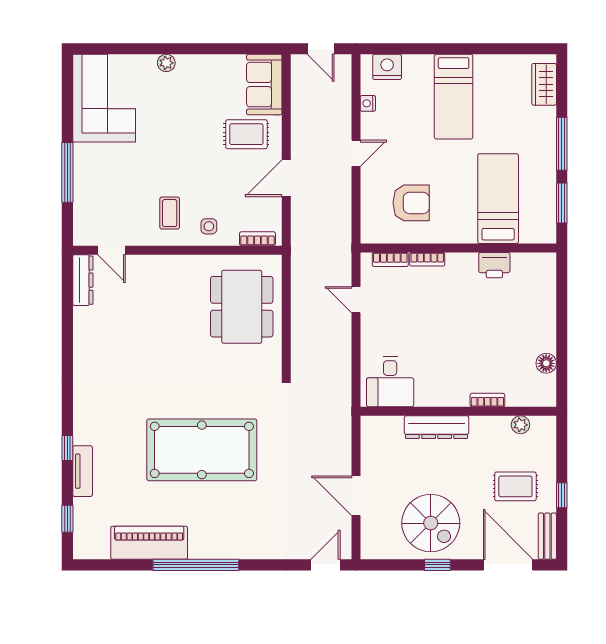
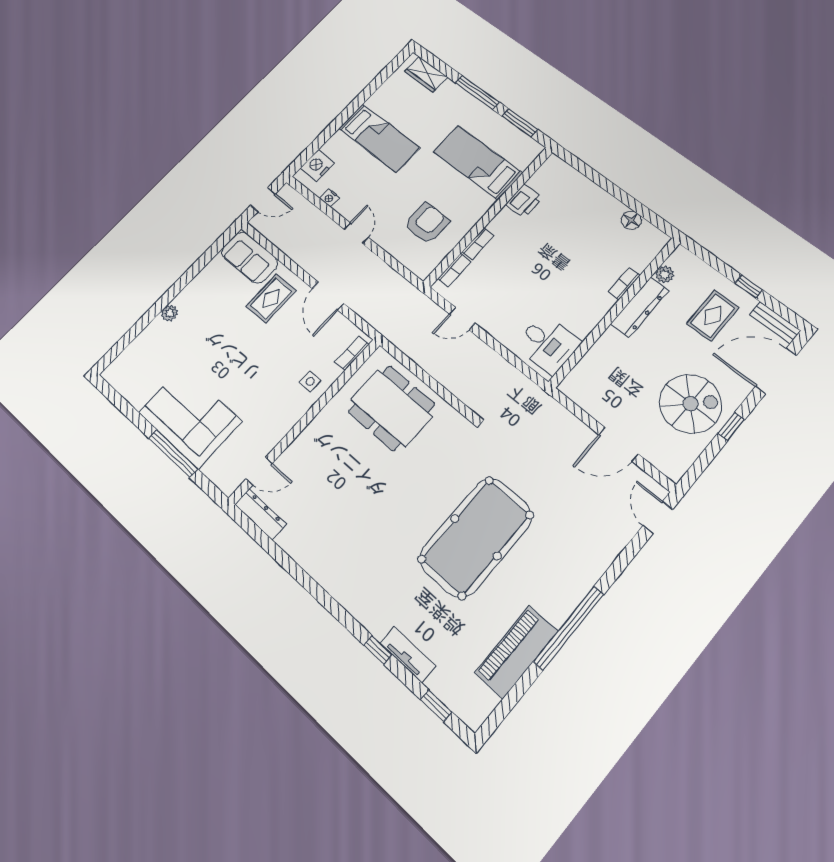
corner sofa: (104, 98) -> (190, 417), moved
coffee table: (170, 213) -> (274, 402), removed
dresser: (437, 427) -> (640, 307), moved

